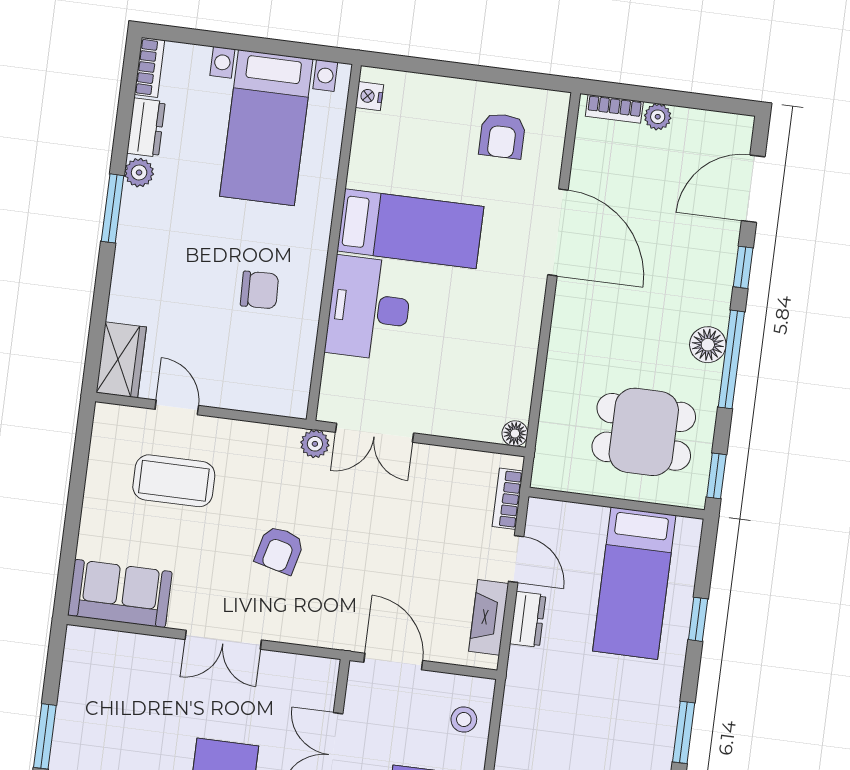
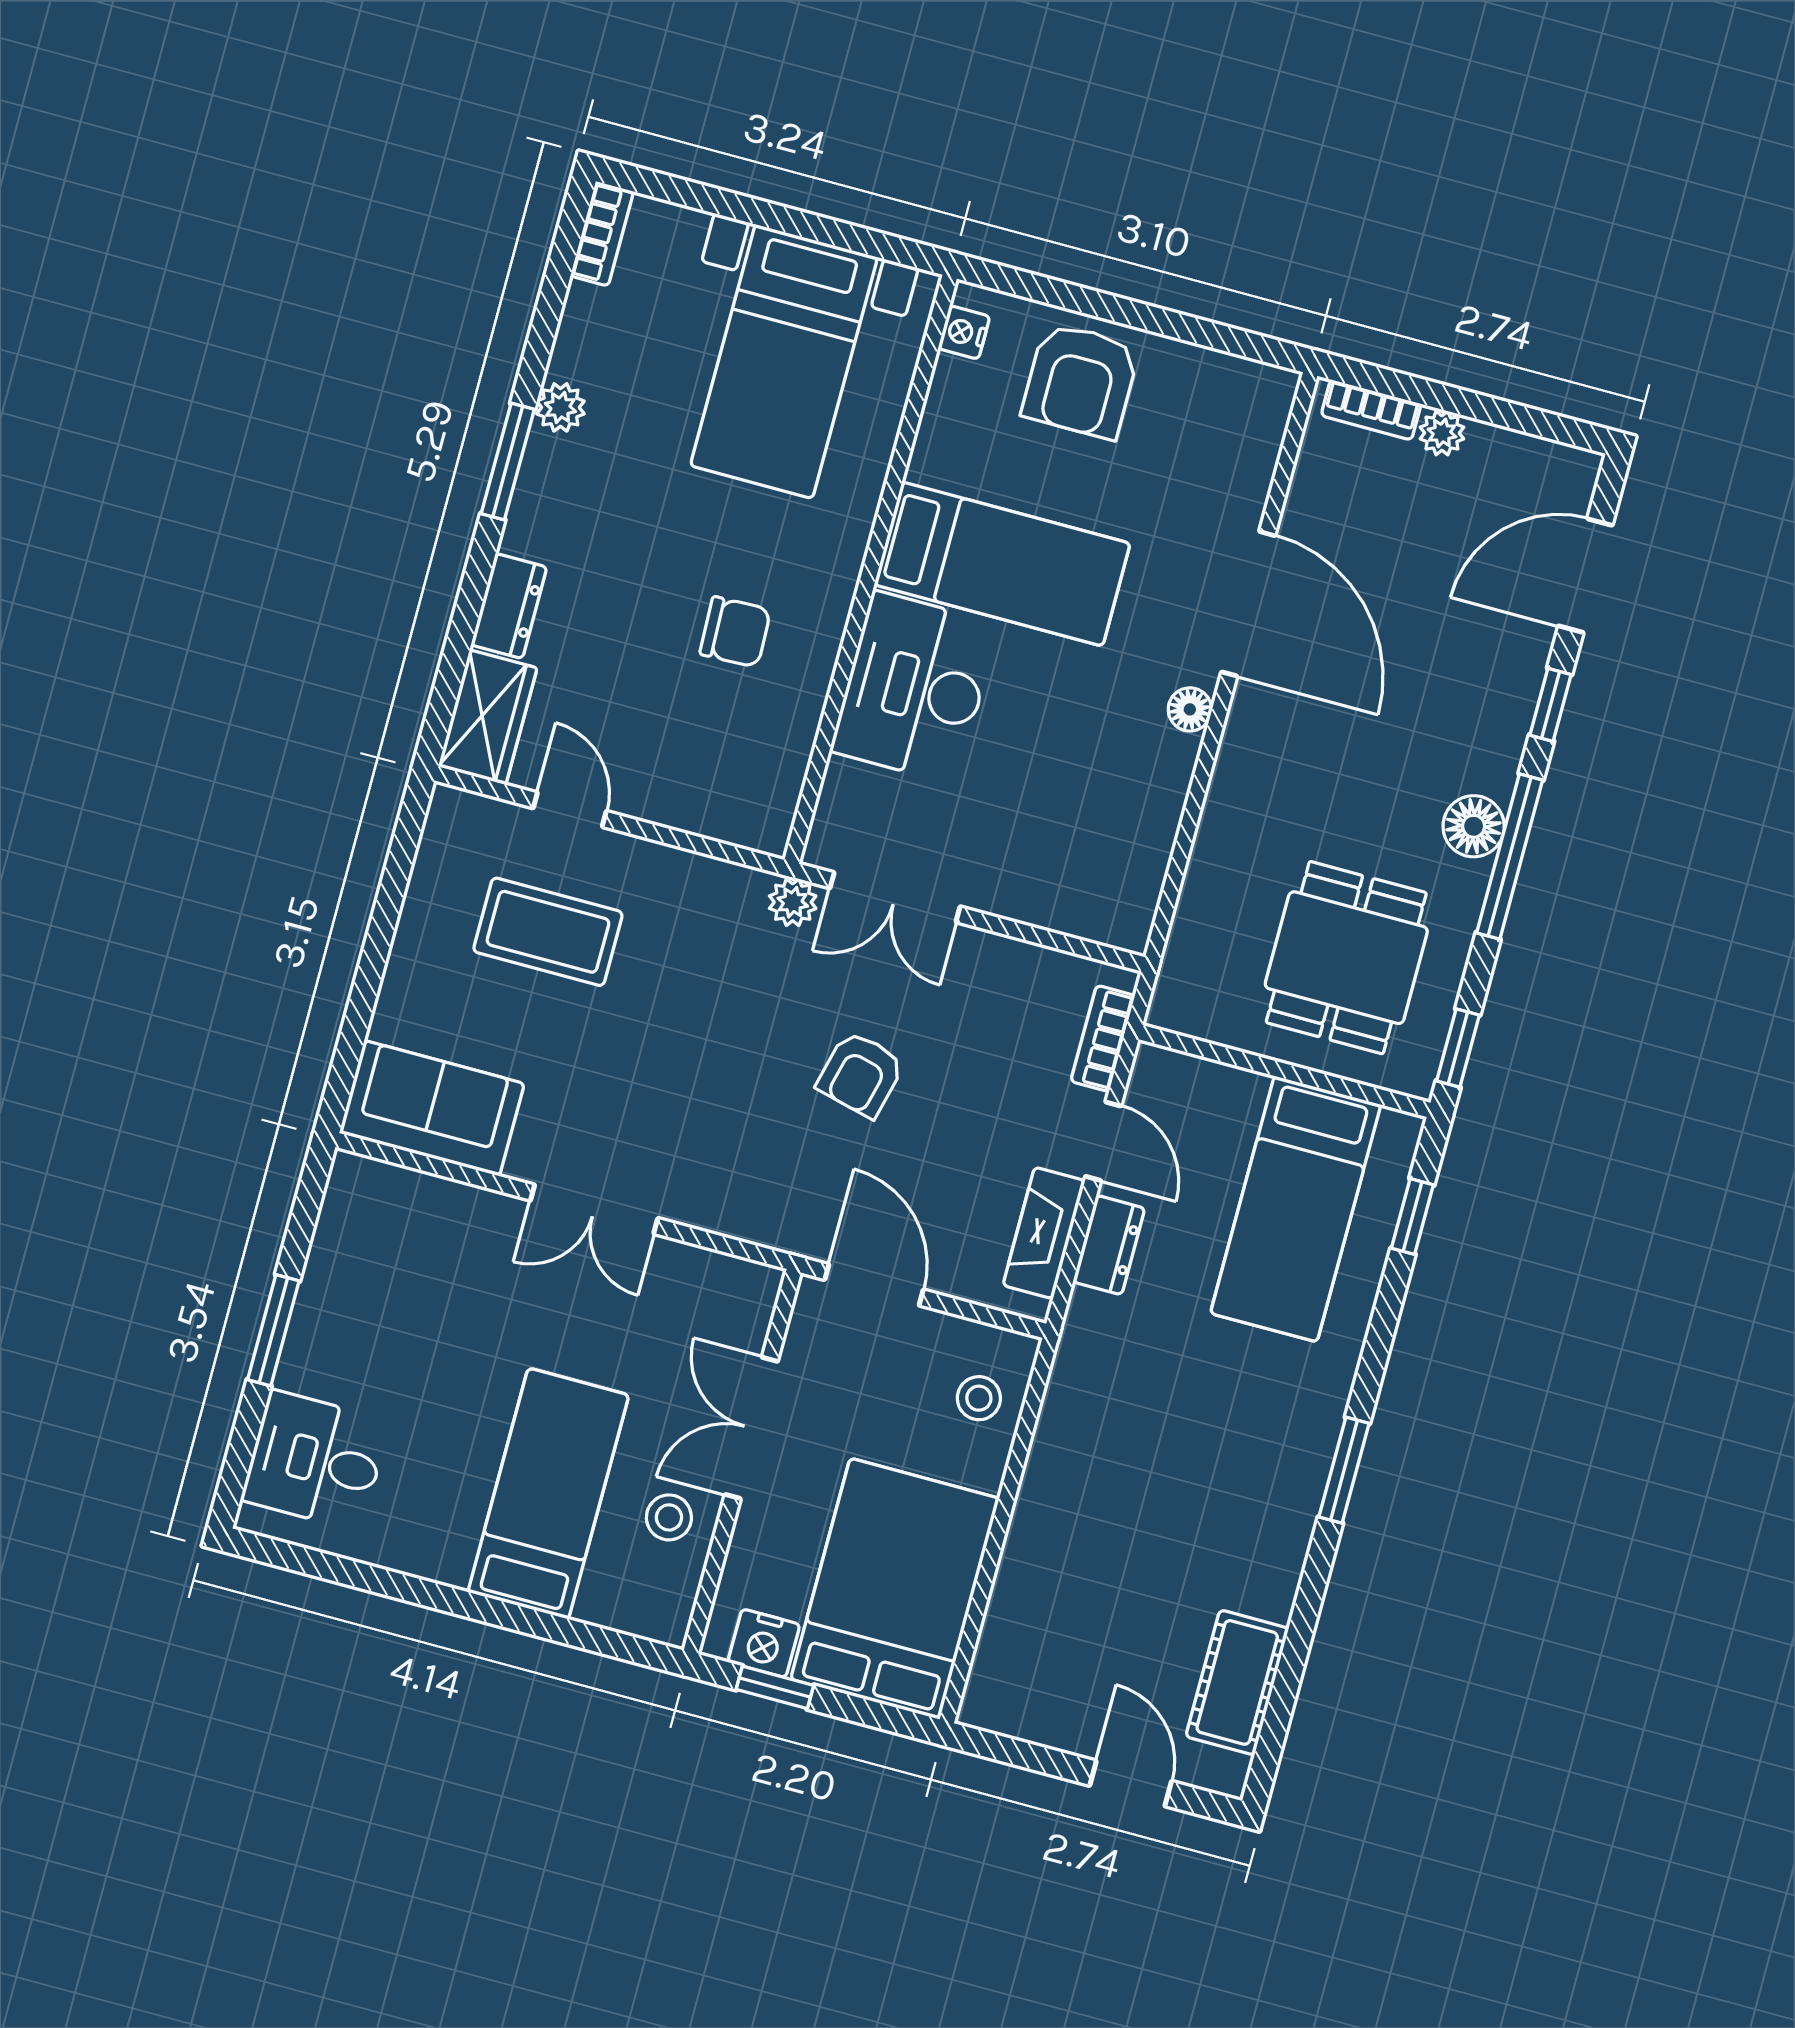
dresser: (146, 127) -> (509, 606), moved
armchair: (502, 136) -> (1081, 381), moved, width x1.38, depth x1.38
dining table: (644, 432) -> (1346, 958), turned 90
floor lamp: (515, 433) -> (1190, 709), moved
armchair: (279, 550) -> (861, 1074), moved
window: (698, 619) -> (1412, 1217), moved

